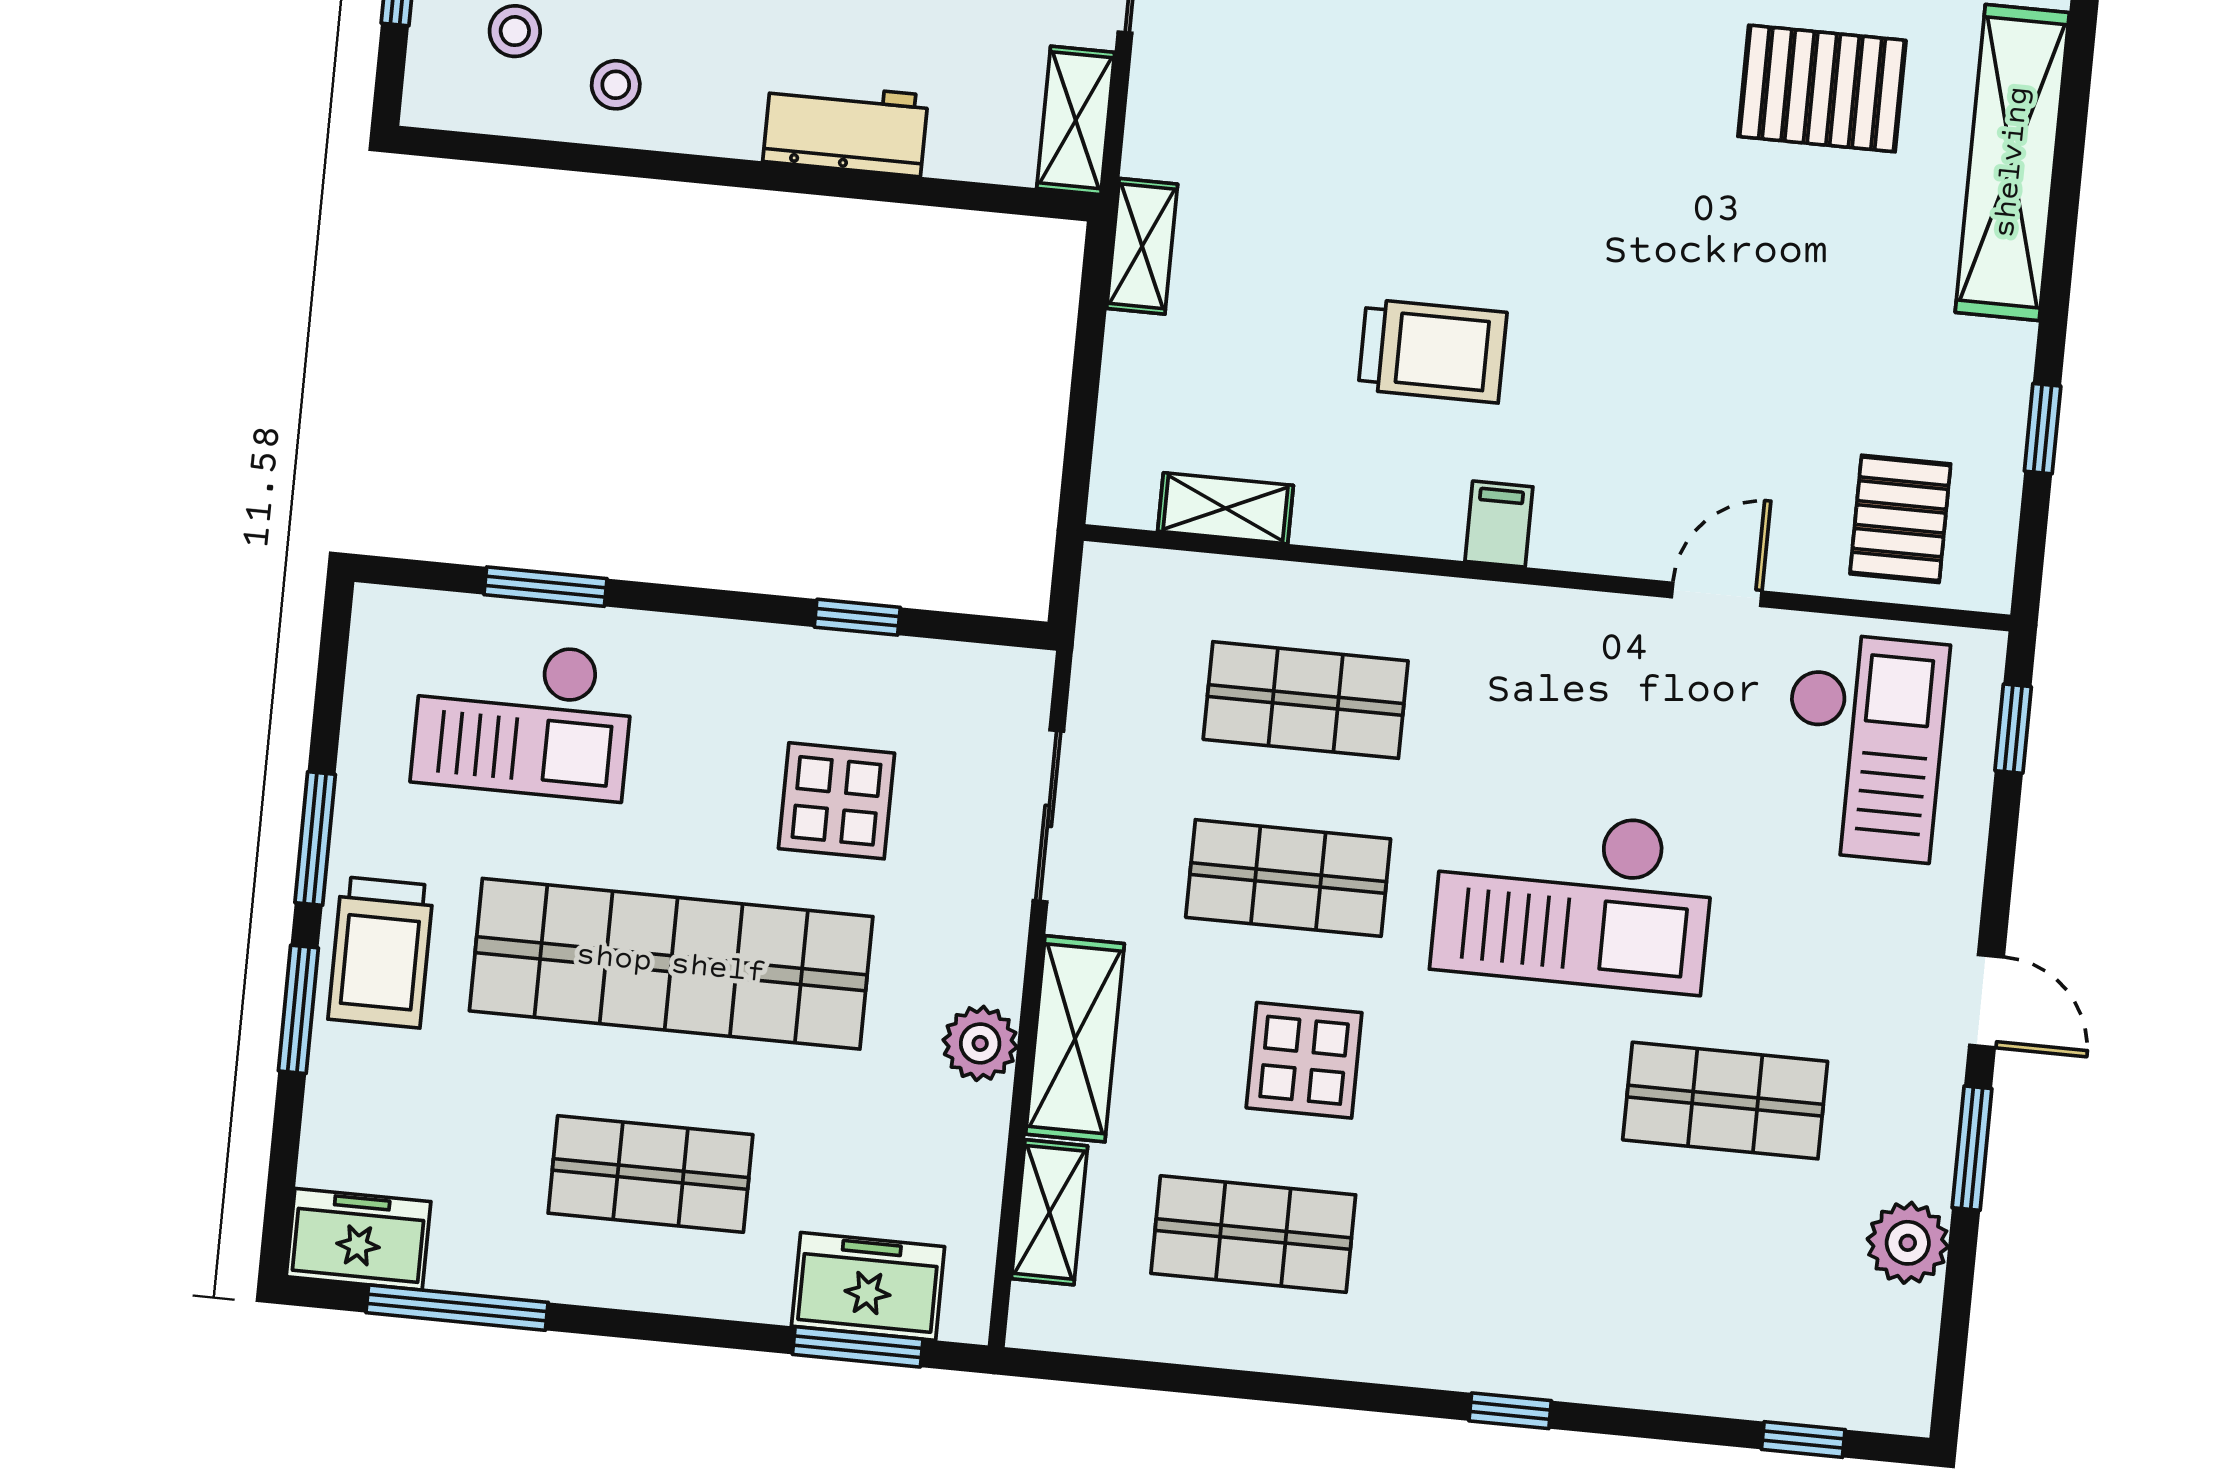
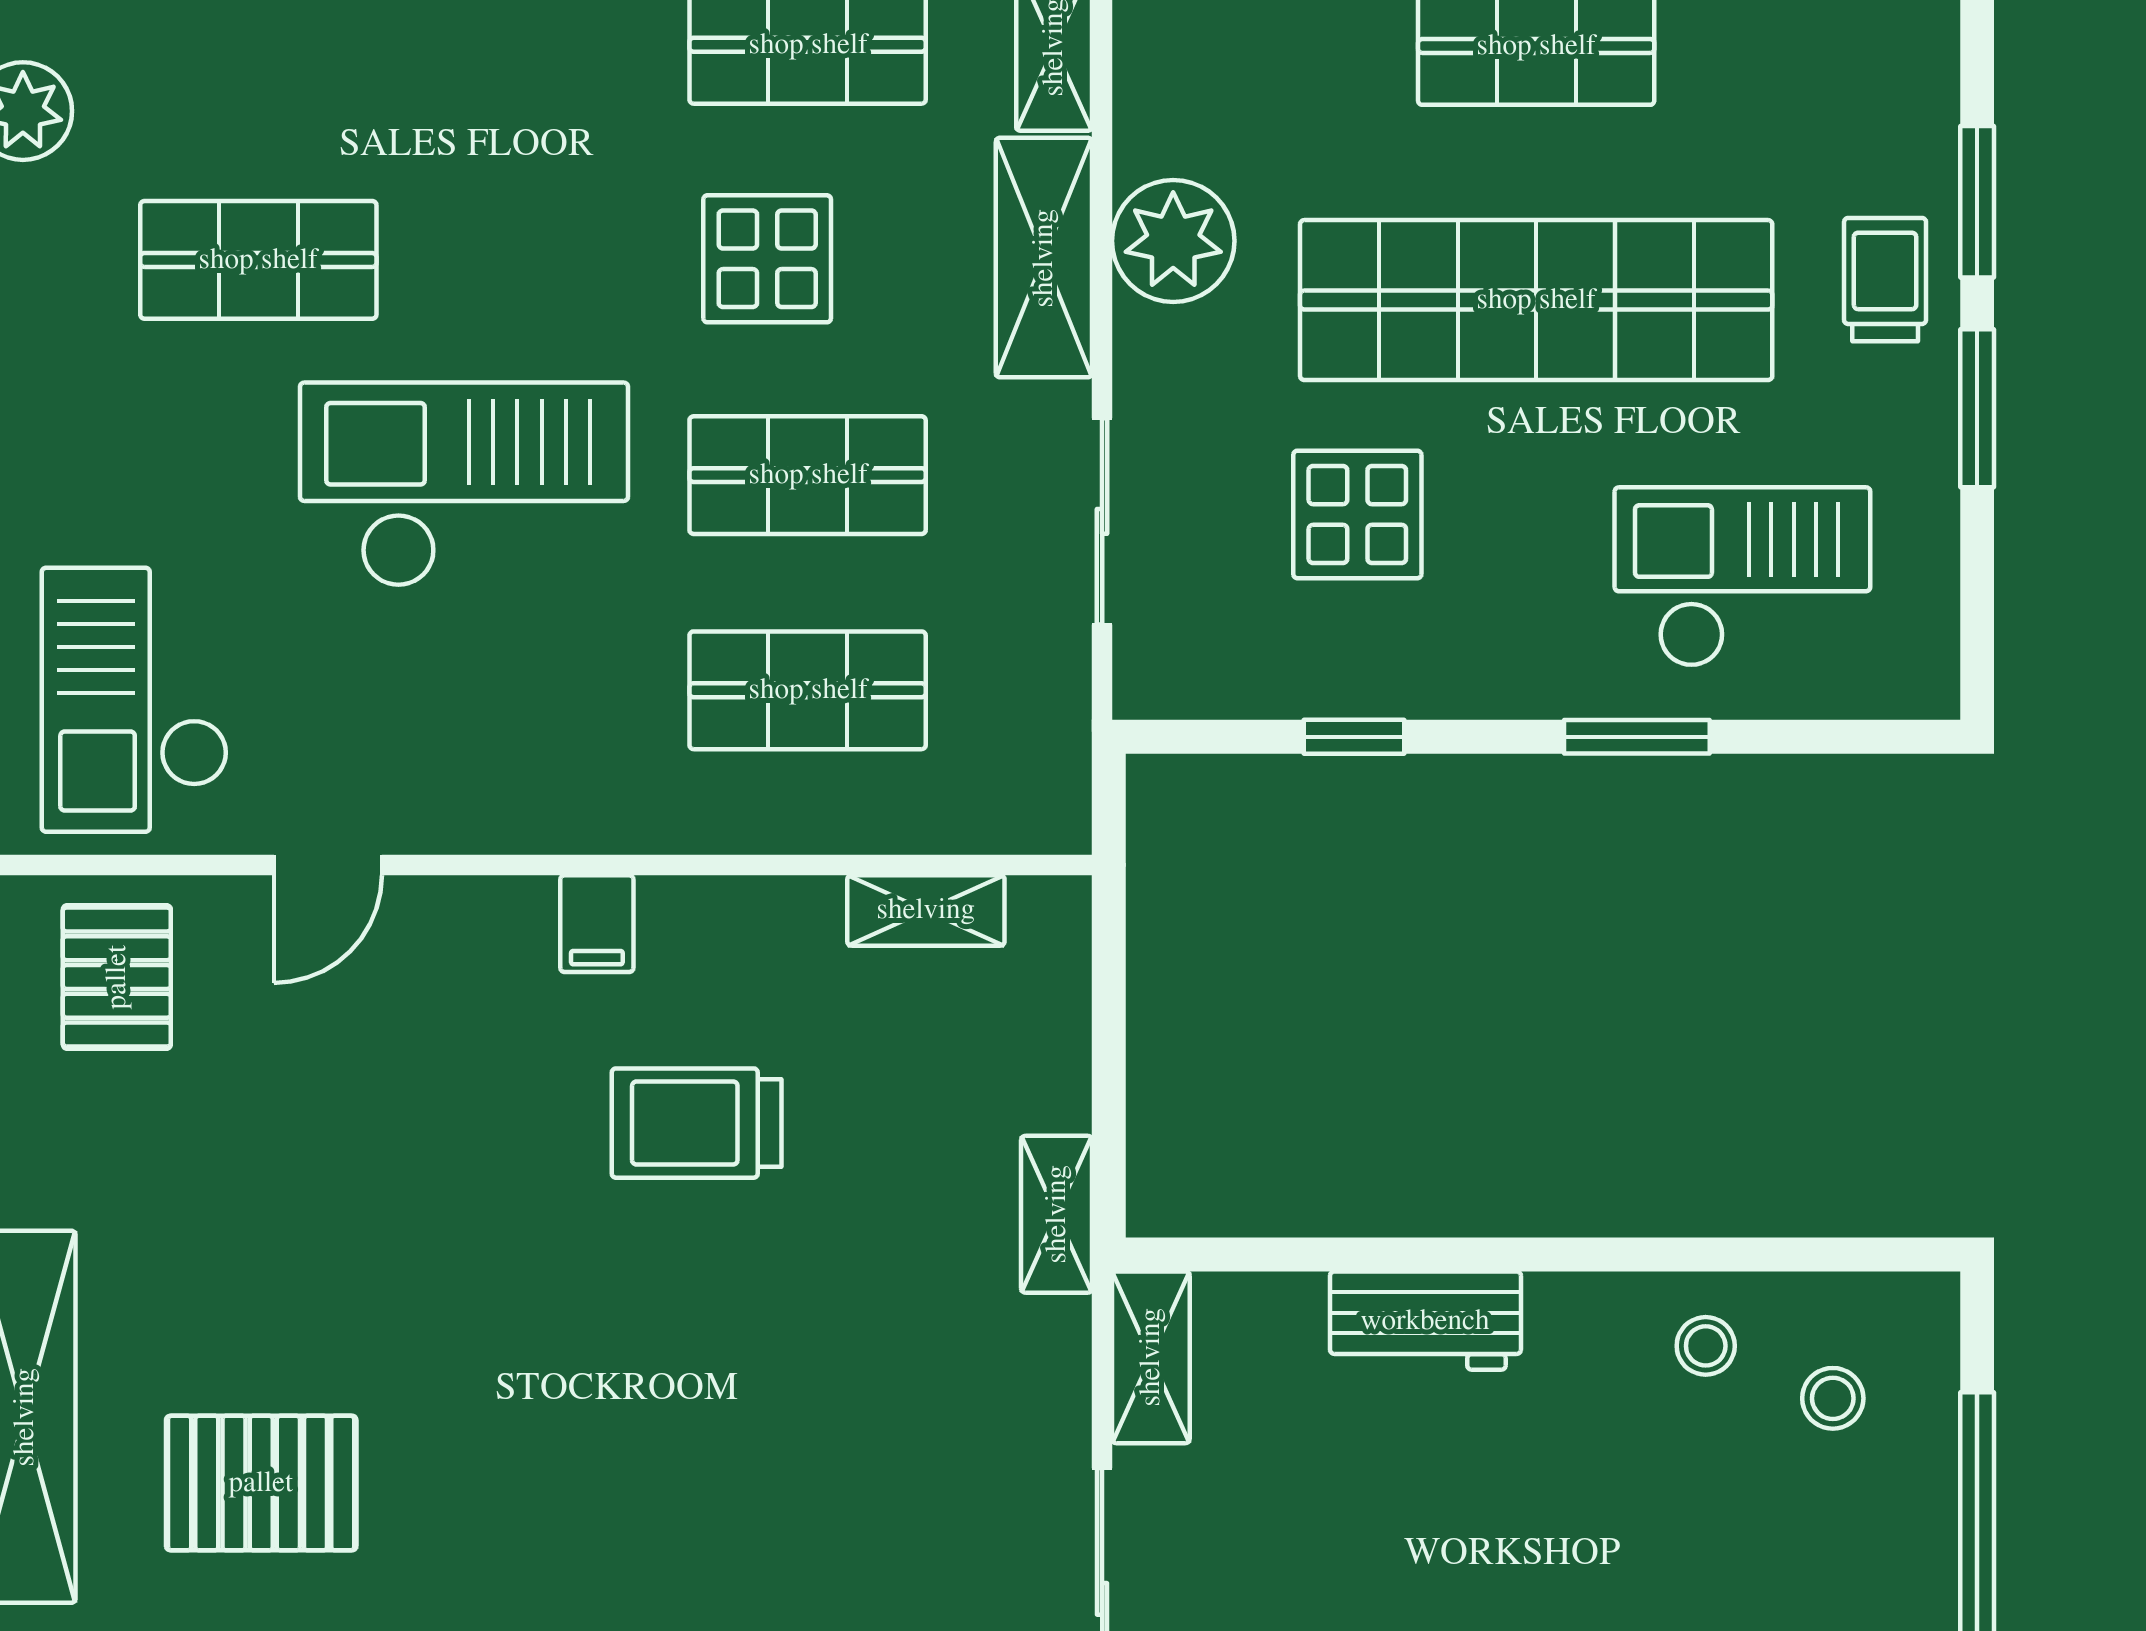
window: (545, 587) -> (1637, 737), moved
trolley: (381, 952) -> (1885, 280), width x0.73, depth x0.72
plant: (980, 1043) -> (1173, 241), width x1.36, depth x1.36

